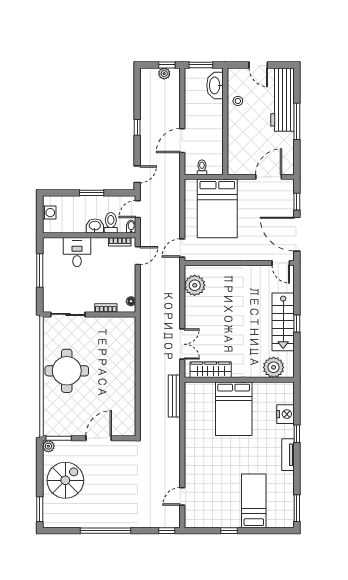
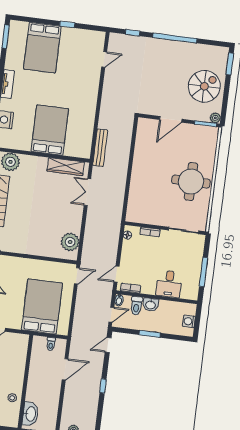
spiral stairs: (65, 480) -> (204, 86), turned 180
bed: (254, 501) -> (42, 48), width x1.50
window: (167, 531) -> (133, 33), moved

